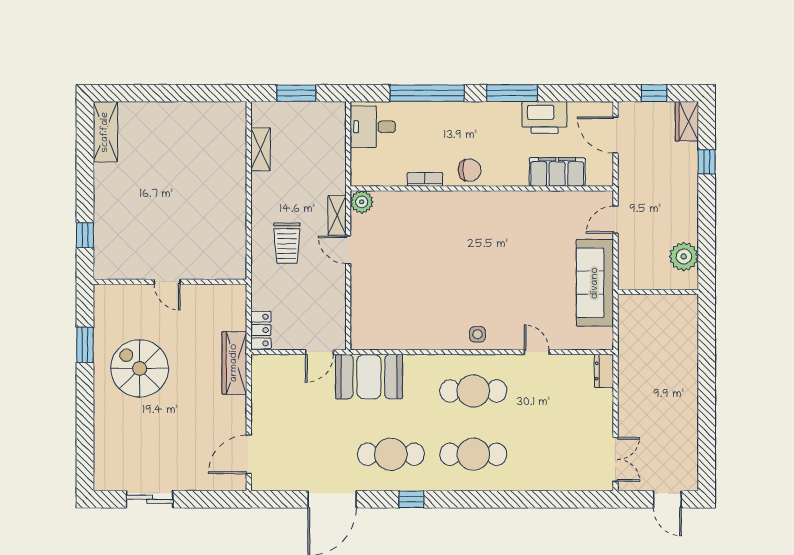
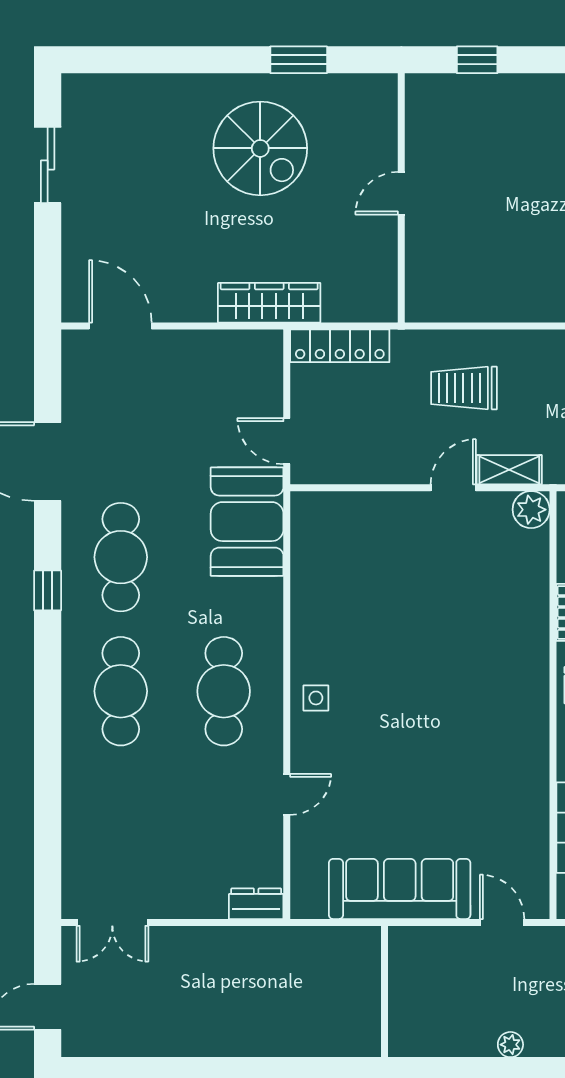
plant: (684, 257) -> (510, 1045), moved, width x0.53, depth x0.53
locker: (261, 330) -> (340, 346), width x1.53
spiral stairs: (140, 368) -> (260, 148), turned 90

